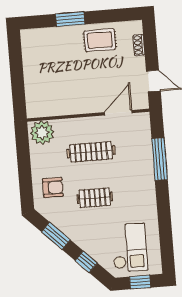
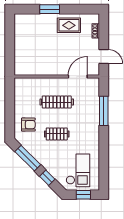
plant: (42, 133) -> (24, 86), removed
window: (56, 236) -> (28, 158), width x1.44

